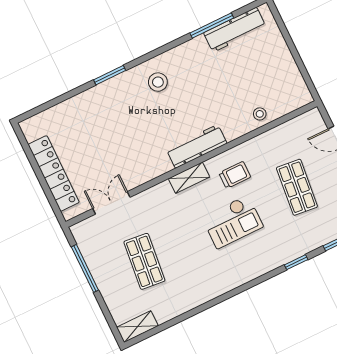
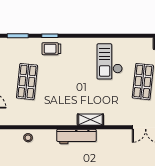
trolley: (235, 175) -> (51, 49), moved
checkout: (232, 222) -> (110, 61), moved, turned -90

